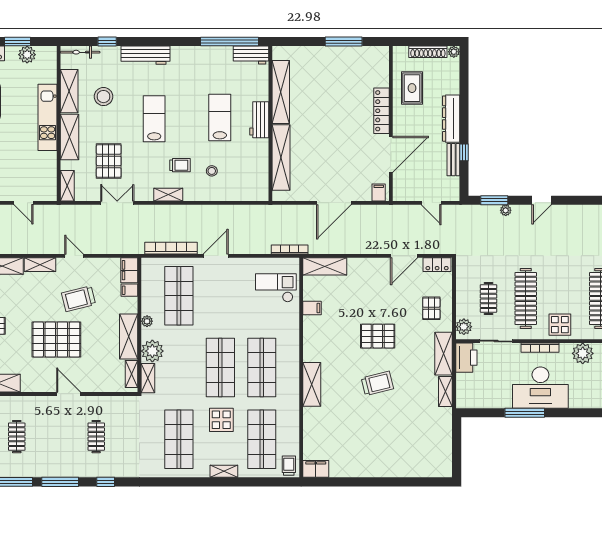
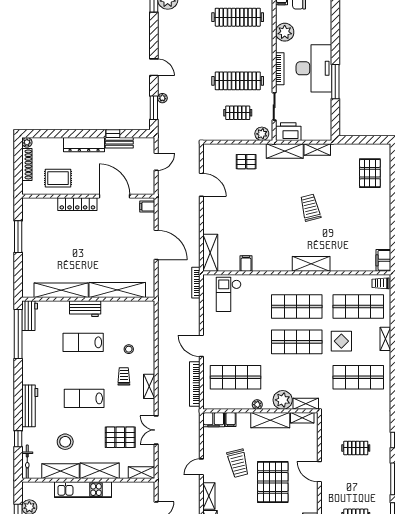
locker: (437, 265) -> (209, 157), removed
display table: (560, 325) -> (260, 52), removed
pallet: (378, 336) -> (370, 173), moved
door: (69, 394) -> (319, 472), hinge flipped

